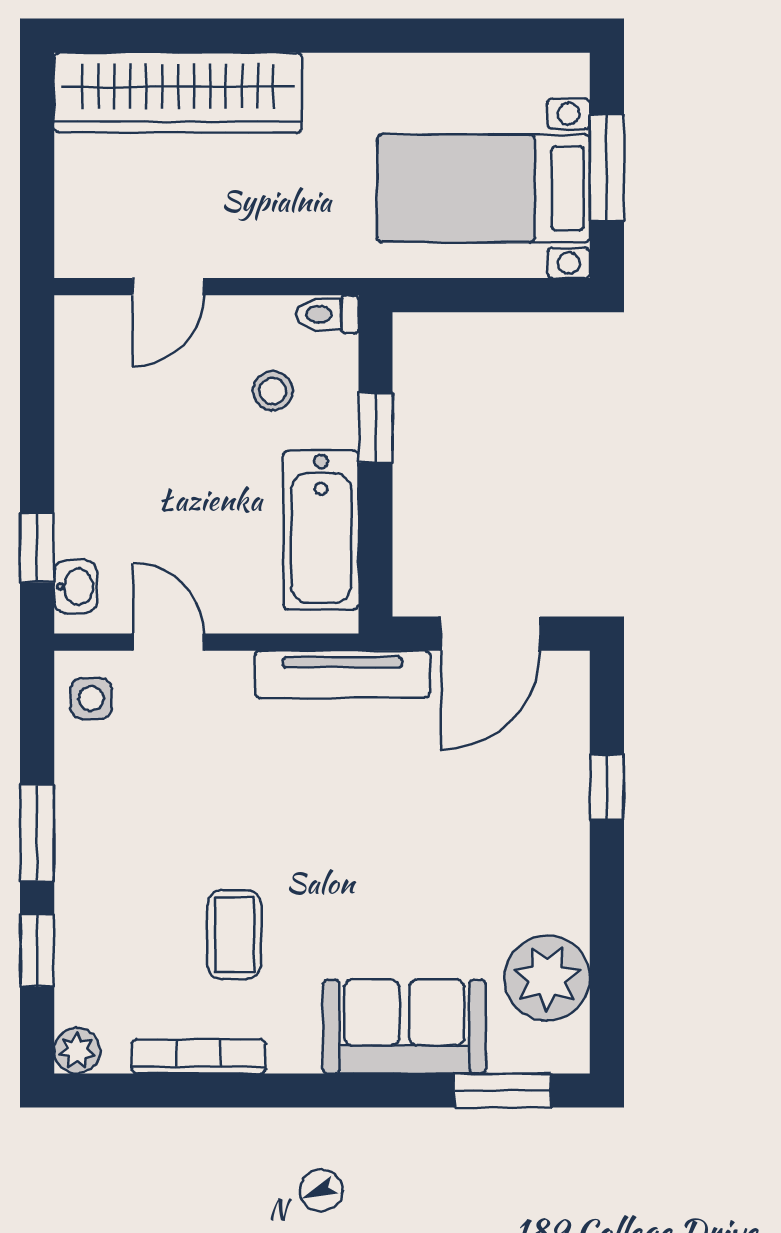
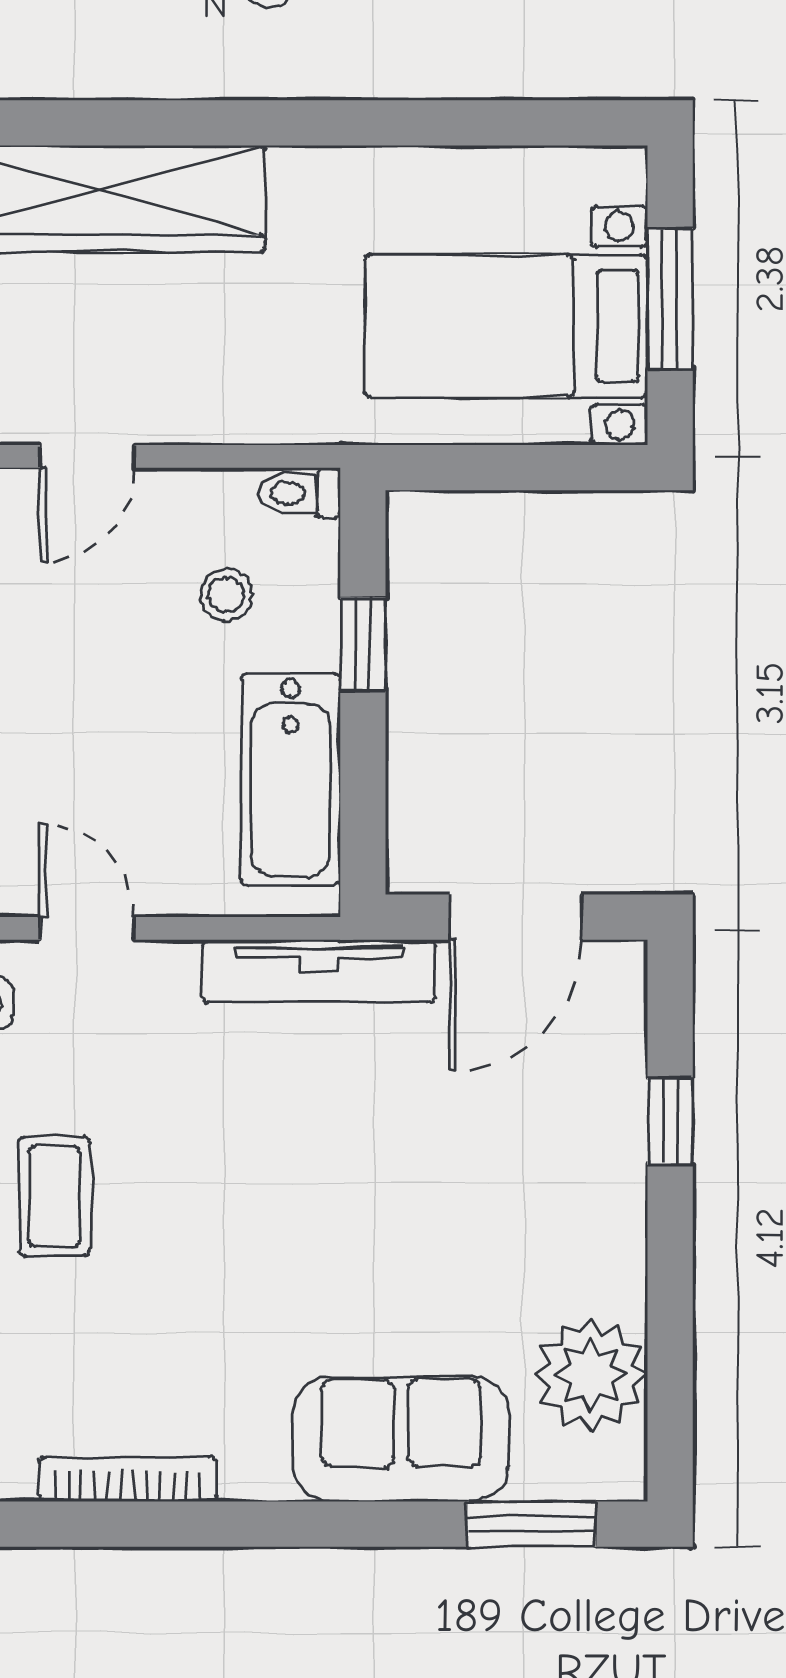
coffee table: (234, 935) -> (54, 1196), moved

